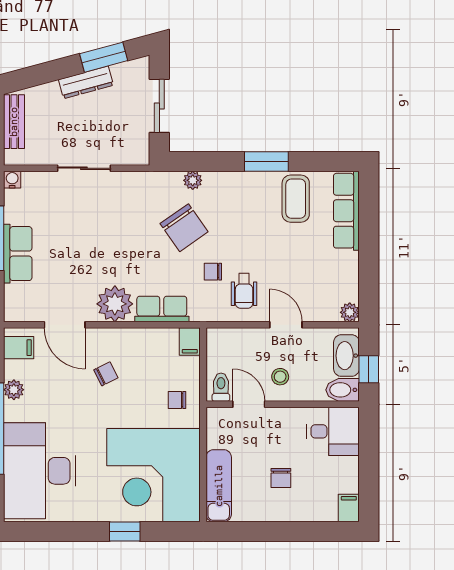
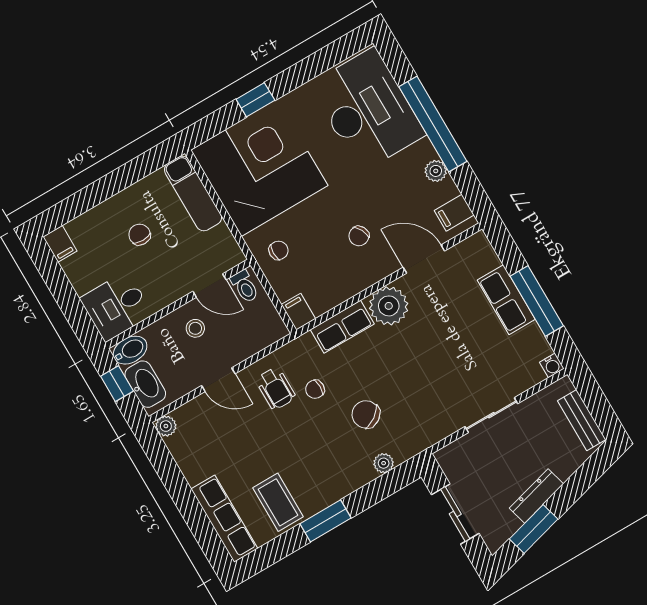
chair: (184, 228) -> (366, 414), width x0.73, depth x0.73
chair: (213, 272) -> (315, 389), turned 180
wheelchair: (244, 291) -> (276, 388), turned 180

